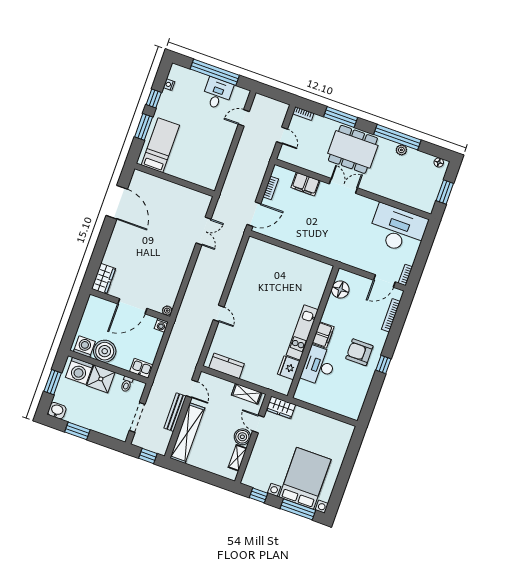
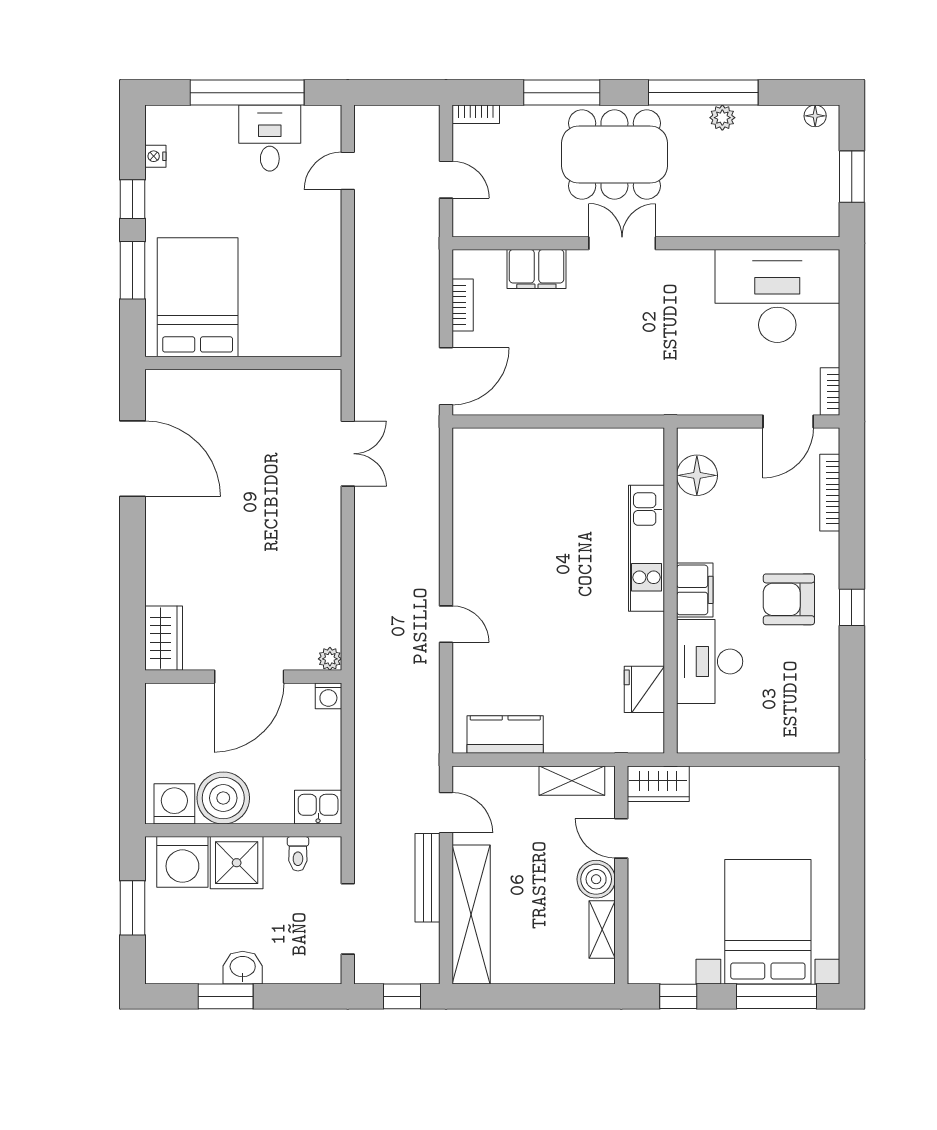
bed: (160, 145) -> (198, 297), width x1.50
kitchen unit: (302, 332) -> (646, 548), moved
washbasin: (57, 411) -> (243, 968), moved

